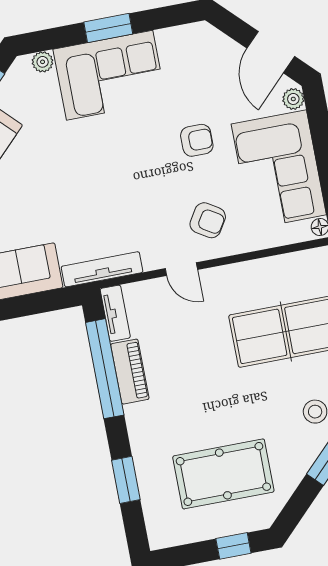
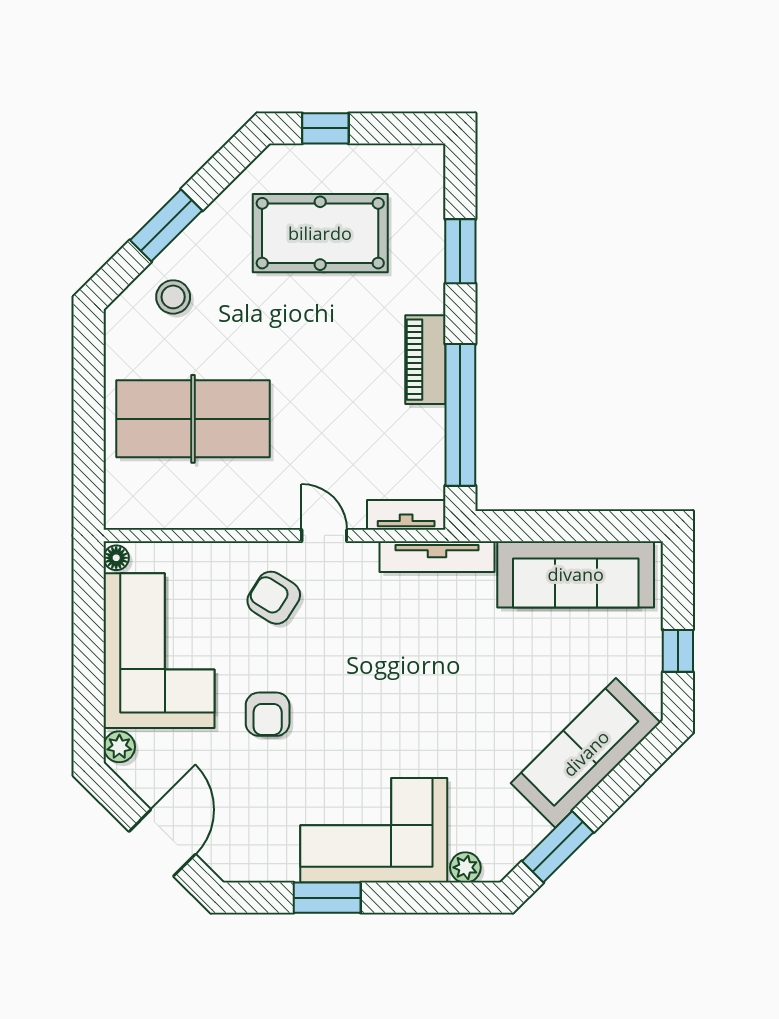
window: (108, 28) -> (327, 898), moved
door: (271, 52) -> (162, 843), moved
armchair: (197, 140) -> (268, 714), turned -90
tv unit: (115, 313) -> (406, 515), moved, turned 90
piano: (130, 372) -> (425, 360), moved

